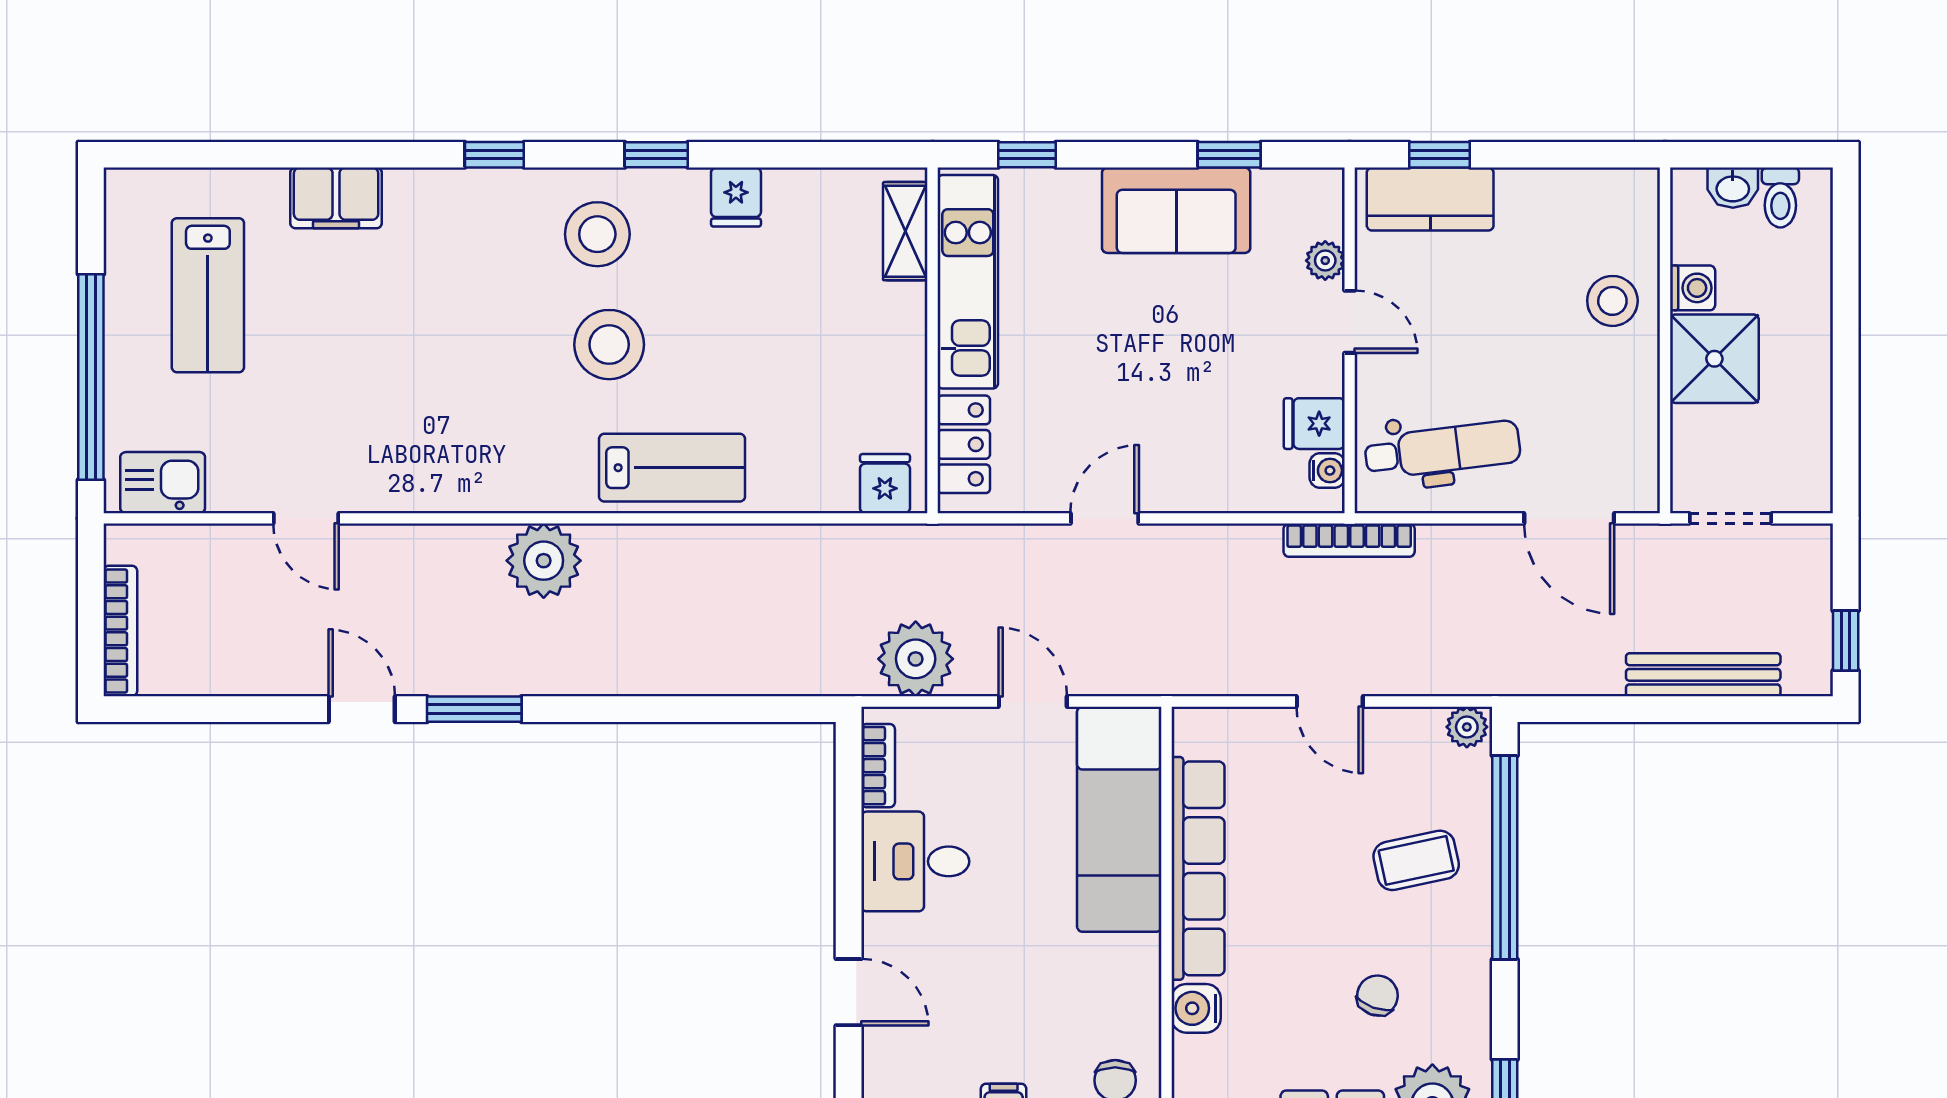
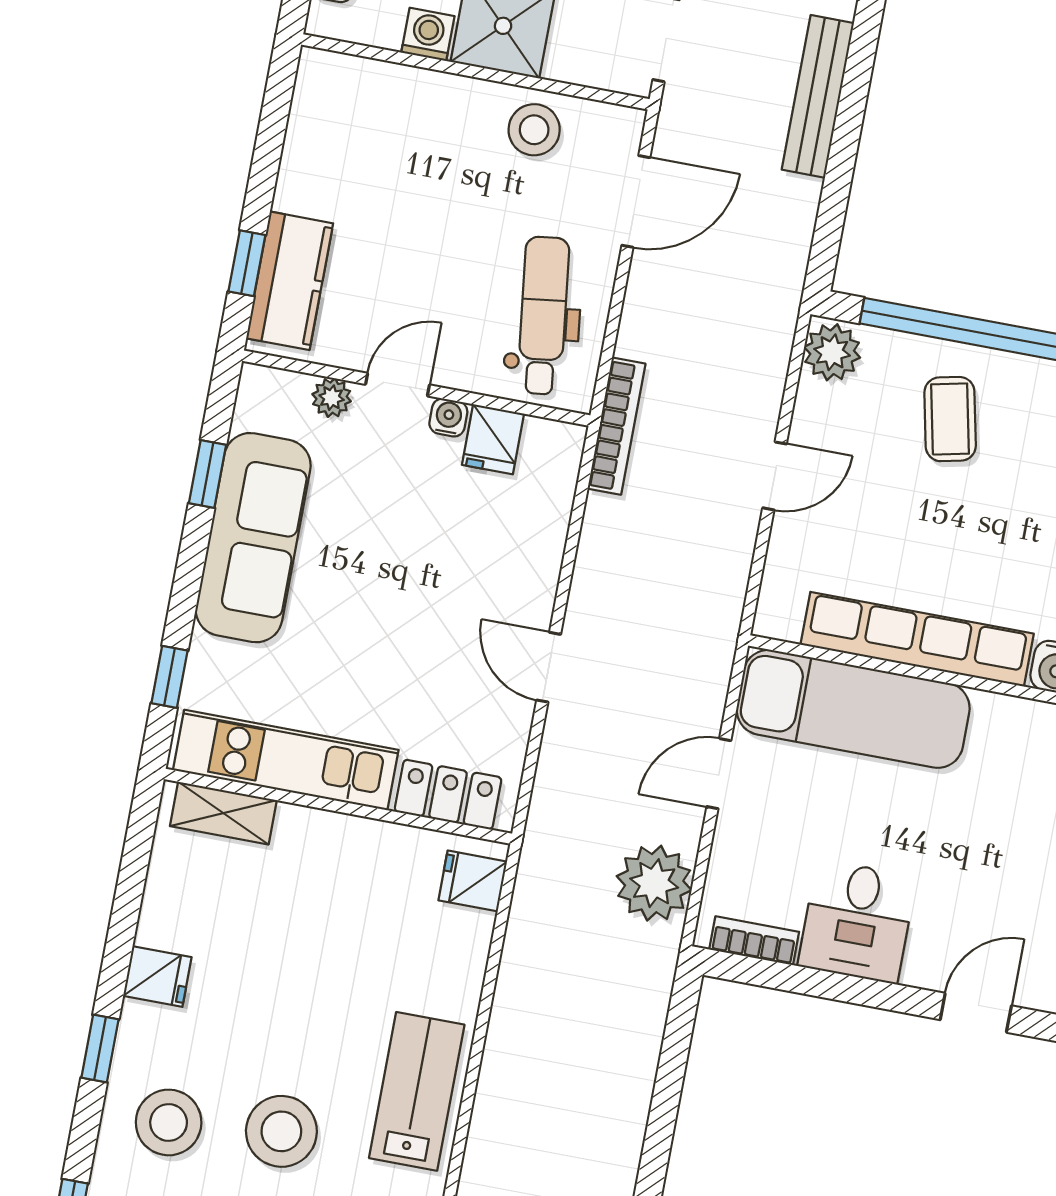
sofa: (1176, 210) -> (253, 538), width x1.36
stool: (1612, 301) -> (534, 130), moved
water cooler: (1327, 470) -> (448, 417), moved
plant: (1467, 727) -> (832, 352), width x1.38, depth x1.38

